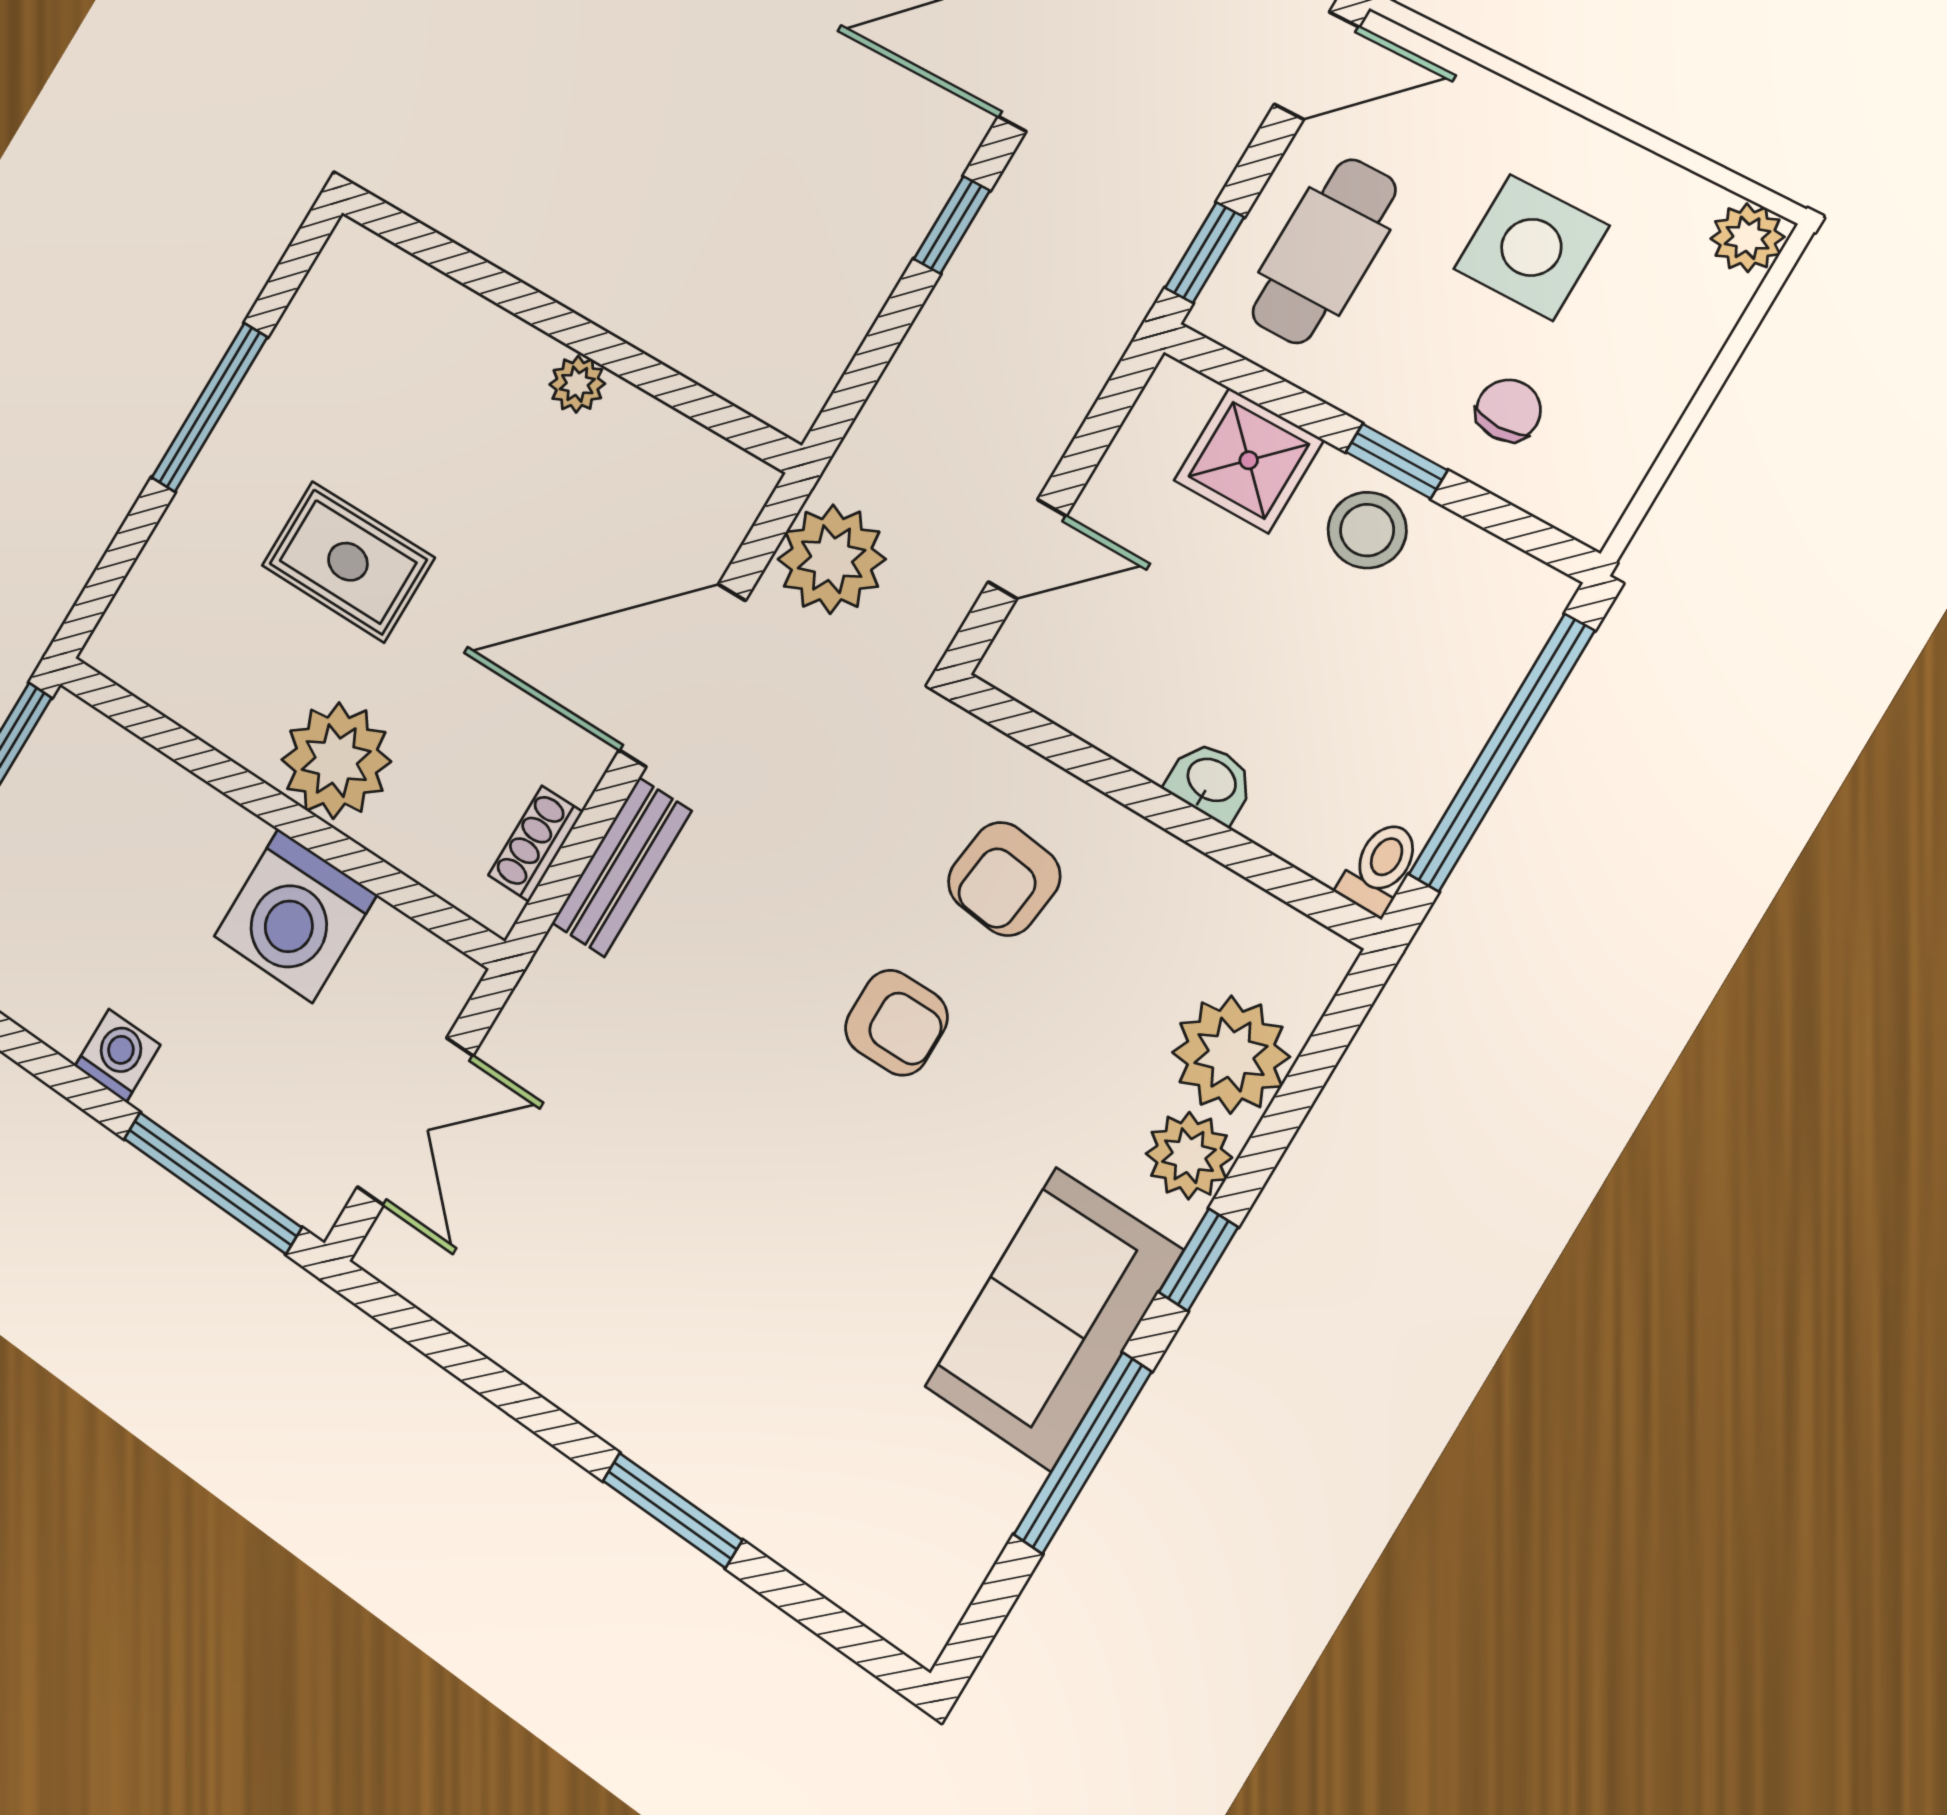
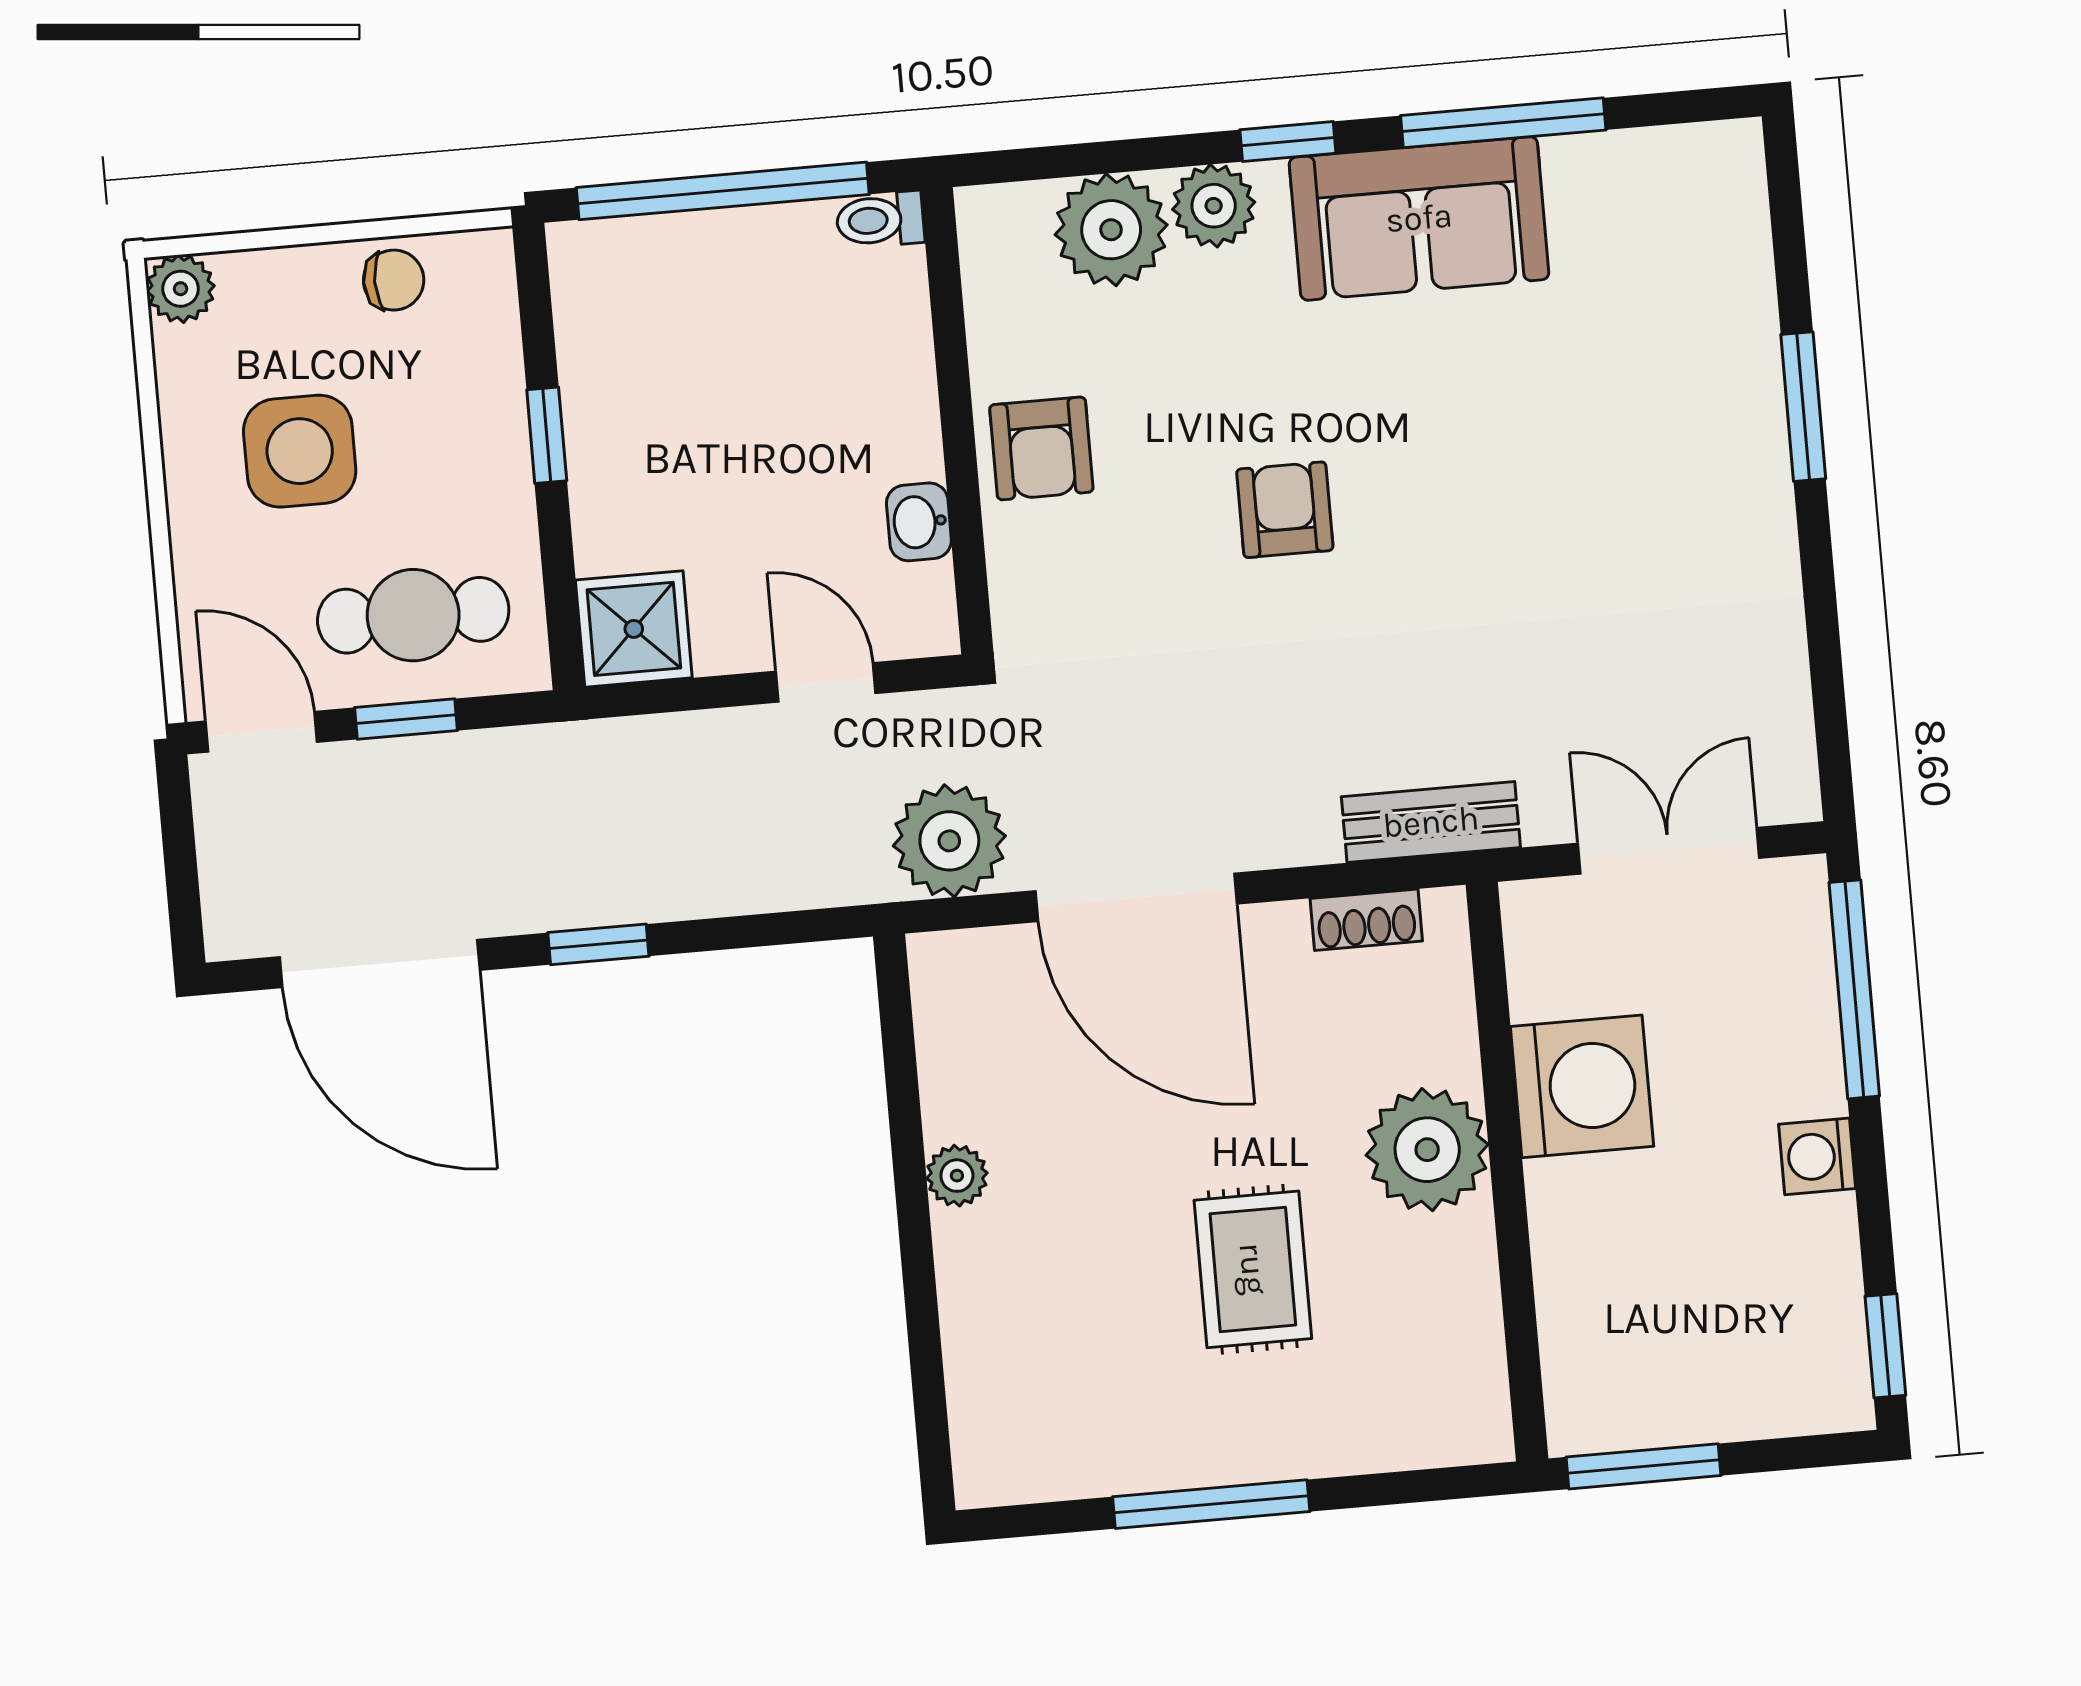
window: (1205, 253) -> (406, 719), moved
chair: (1509, 410) -> (394, 280), moved, turned 180
shower: (1249, 460) -> (634, 629), moved
stool: (1367, 530) -> (619, 419), removed
washbasin: (1211, 781) -> (919, 522), moved
bench: (622, 867) -> (1431, 822), moved
armchair: (1004, 879) -> (1041, 448), moved, turned 83

